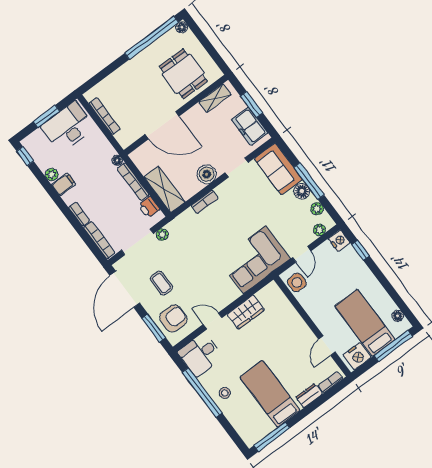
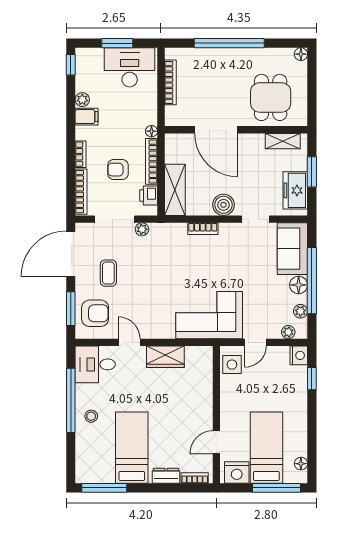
window: (152, 38) -> (229, 43), moved
window: (309, 181) -> (312, 281), width x1.46
armchair: (114, 205) -> (118, 170), added

